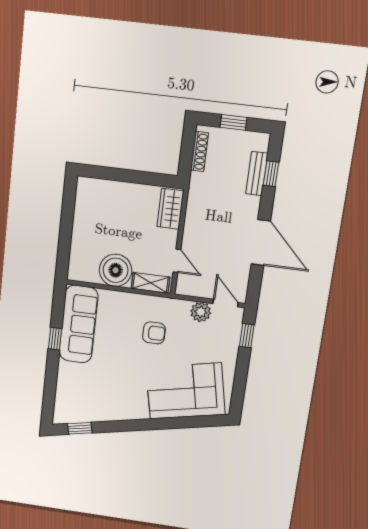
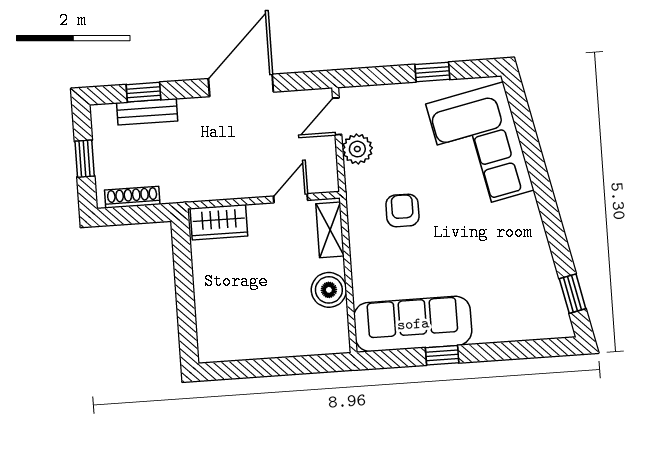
boiler: (116, 270) -> (329, 290), width x0.73, depth x0.73
window: (247, 336) -> (432, 72), moved

